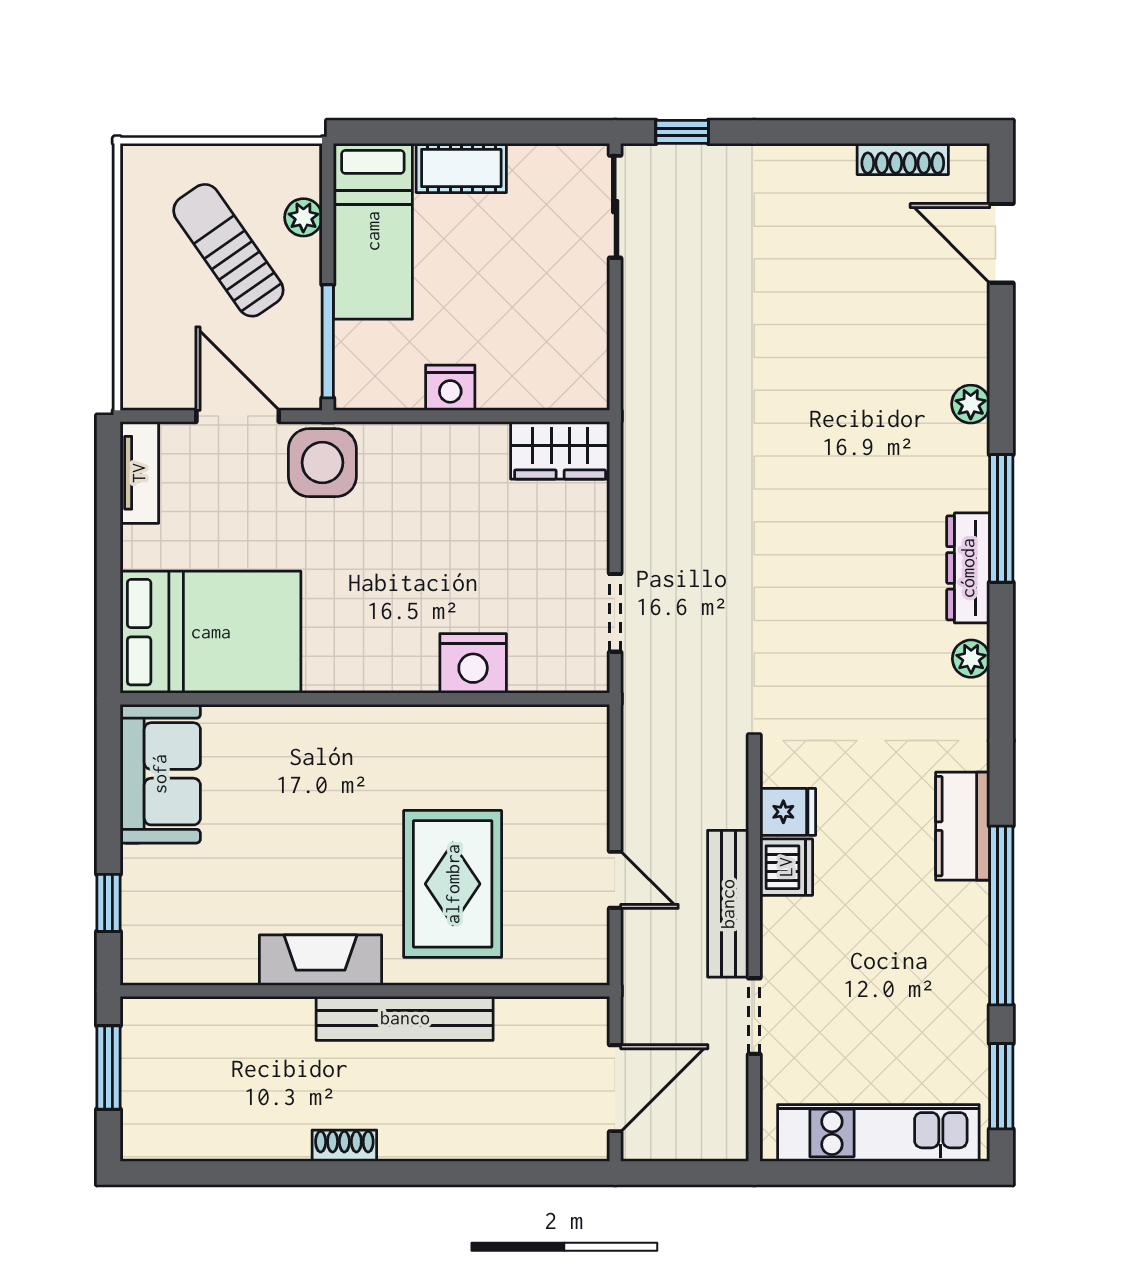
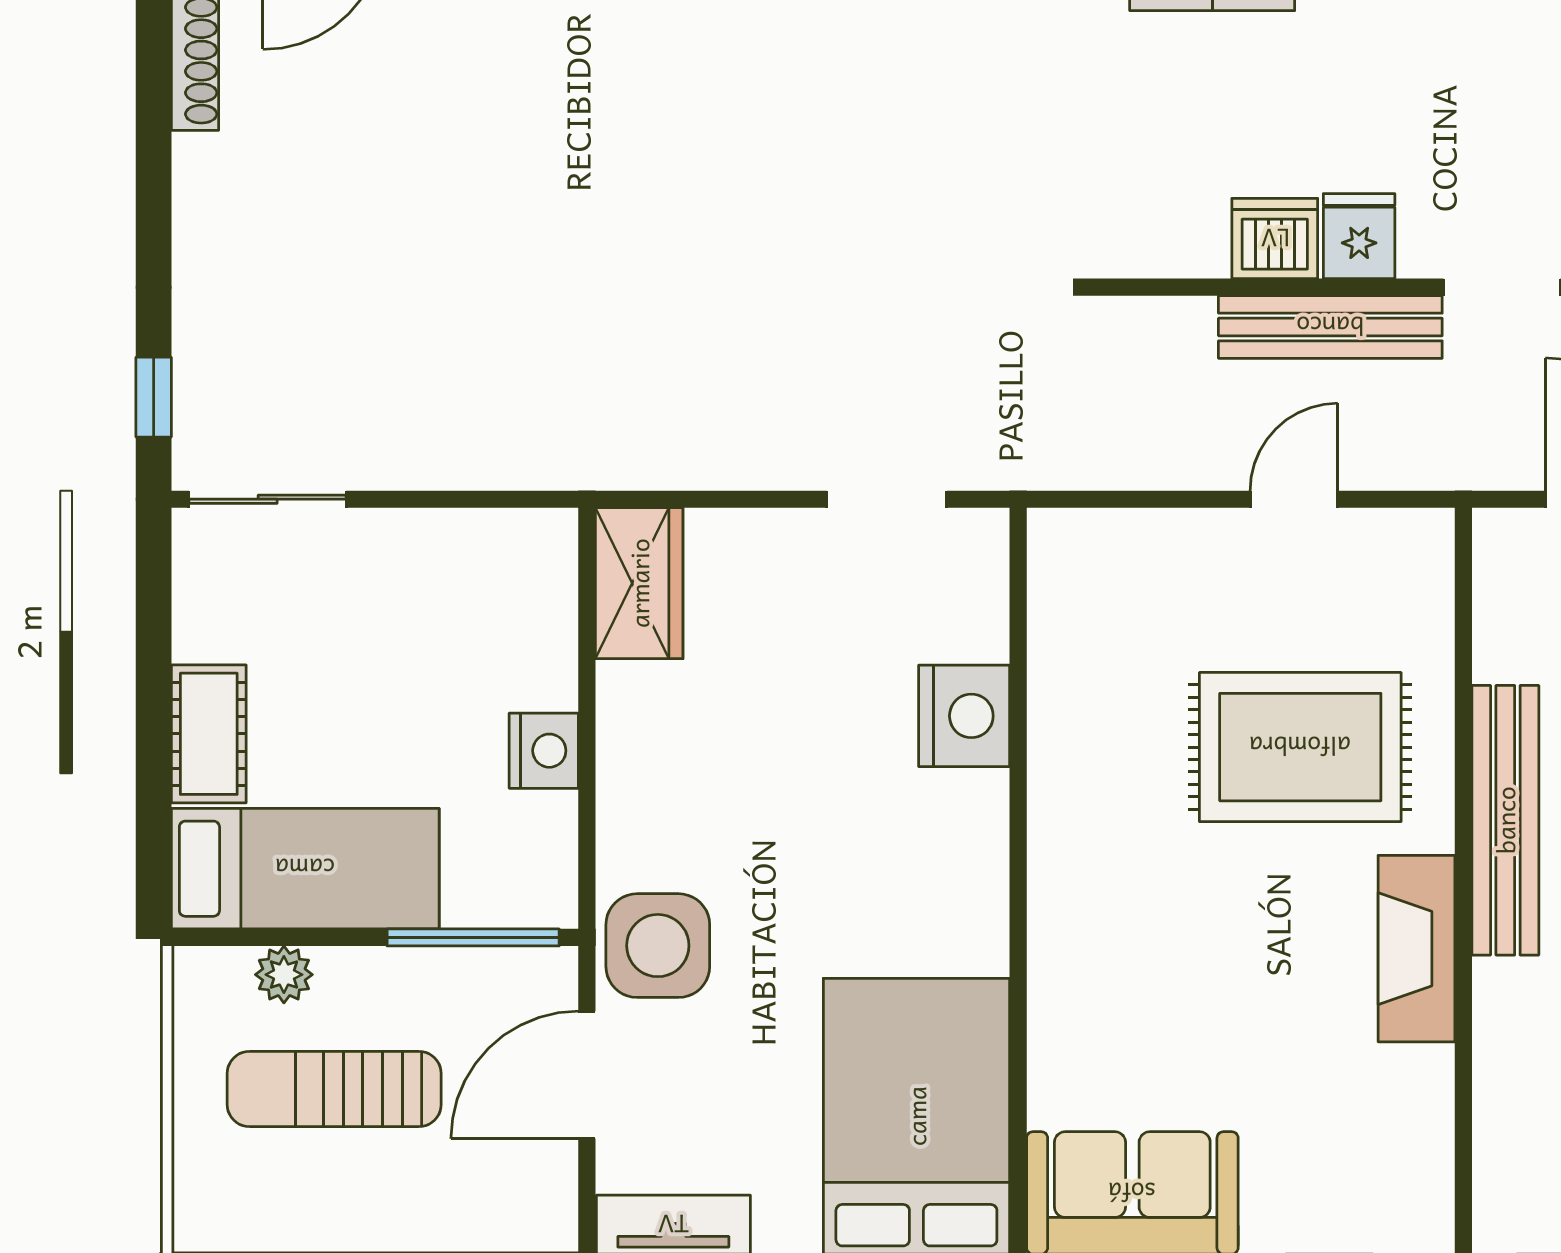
sun lounger: (228, 250) -> (334, 1089), turned 35
fridge: (788, 812) -> (1359, 236), moved

